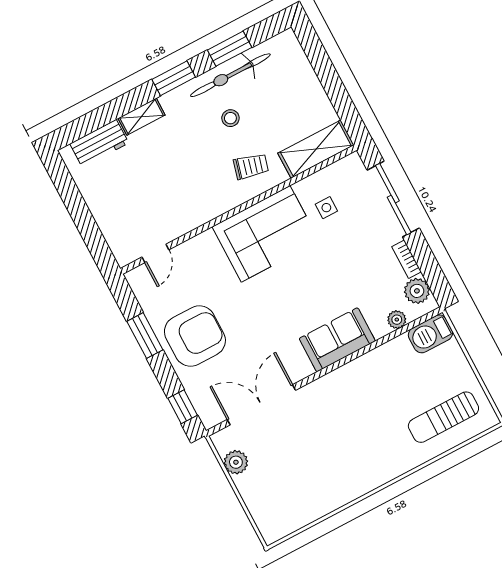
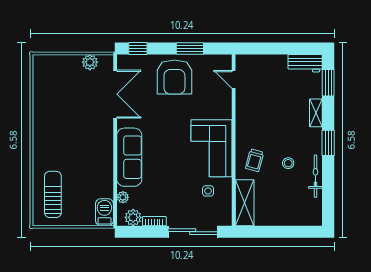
window: (230, 49) -> (328, 83), moved
bicycle: (230, 75) -> (315, 176), width x0.73, depth x0.71
workbench: (99, 143) -> (305, 63), moved, turned -90
sofa: (337, 340) -> (129, 157), width x1.36

